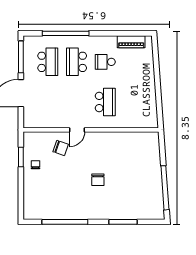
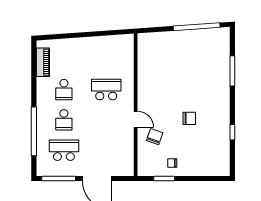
school desk: (77, 62) -> (64, 120), width x0.54
chair: (98, 180) -> (189, 118), moved
window: (65, 222) -> (232, 132), width x0.32

